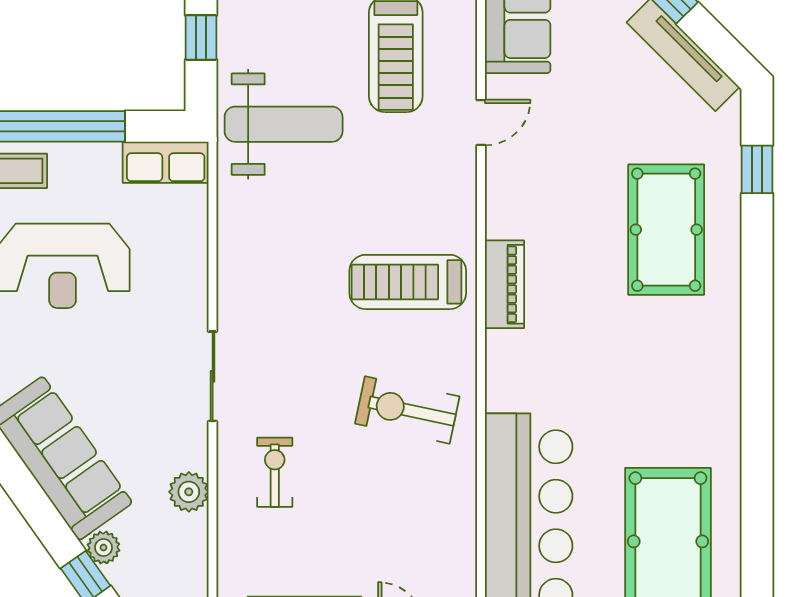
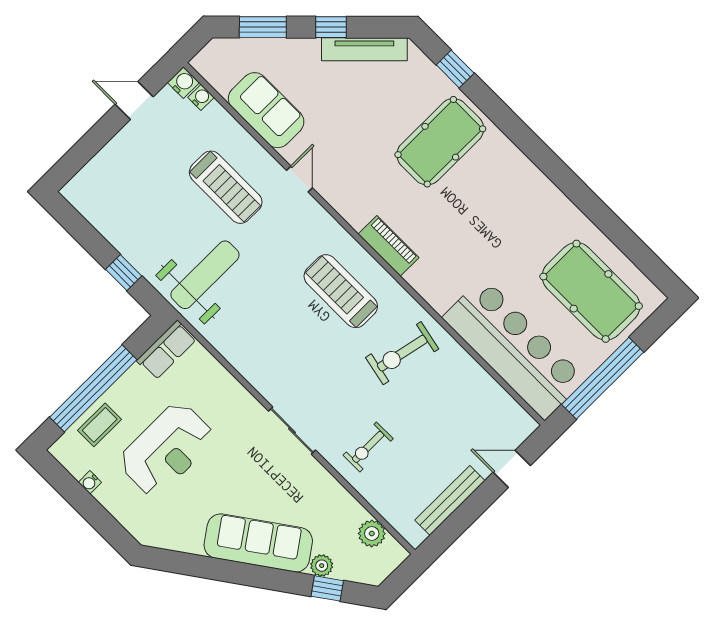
pool table: (666, 230) -> (440, 142), turned 90
treadmill: (408, 282) -> (341, 291), turned 90
exercise bike: (275, 472) -> (368, 447), turned -90
plant: (189, 492) -> (372, 534), moved

